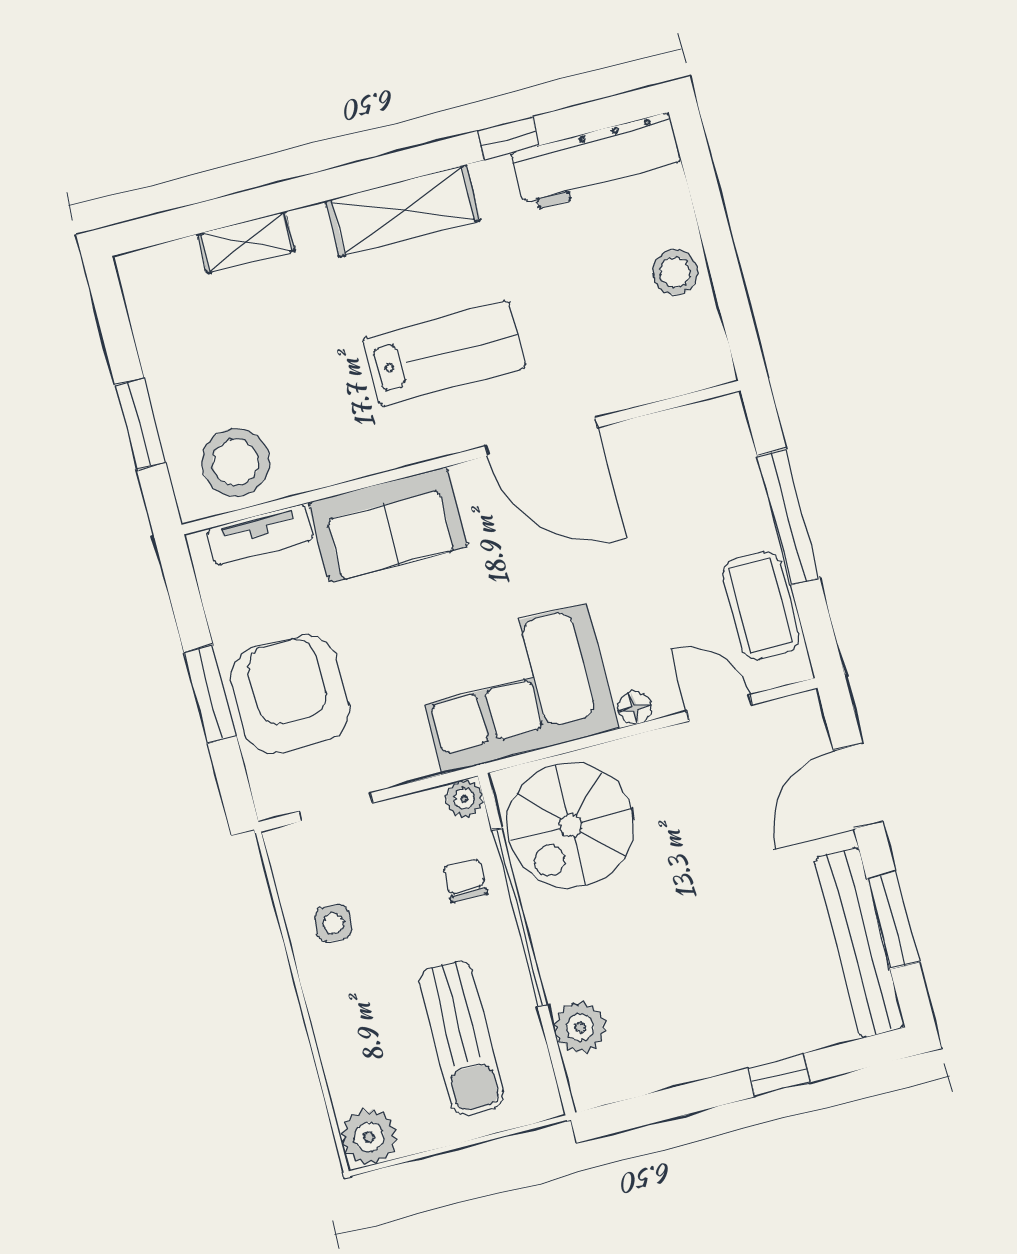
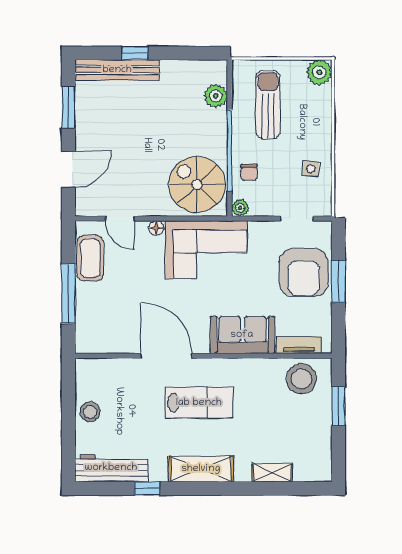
lab bench: (444, 354) -> (199, 403), turned 180
spiral stairs: (571, 825) -> (197, 184), turned -90
bench: (860, 943) -> (117, 70), moved, turned 90

